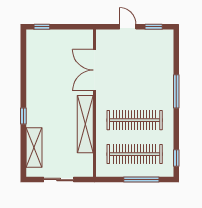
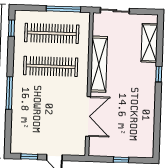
window: (42, 27) -> (121, 160), moved
sliding door: (59, 180) -> (115, 11), moved
window: (141, 180) -> (63, 9), moved

